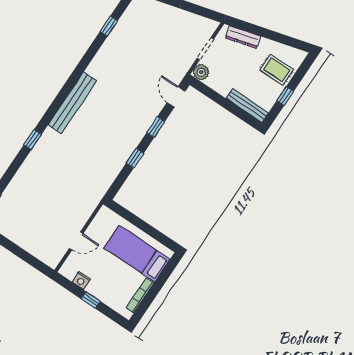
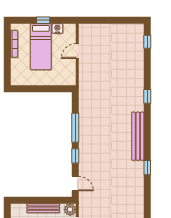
window: (109, 26) -> (147, 168), moved
bench: (247, 105) -> (43, 208), moved
window: (135, 158) -> (75, 128), width x2.17
bed: (137, 254) -> (41, 47), moved, turned 90

